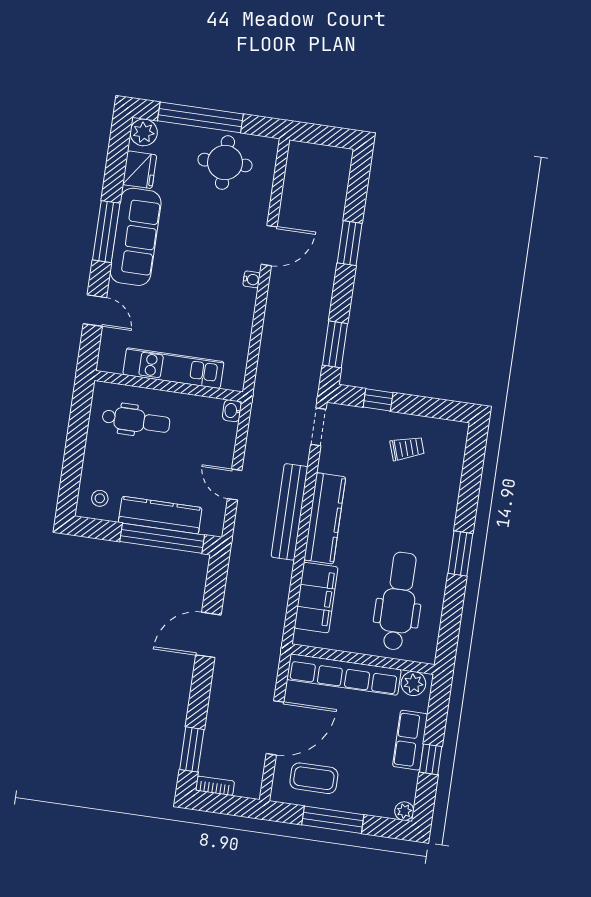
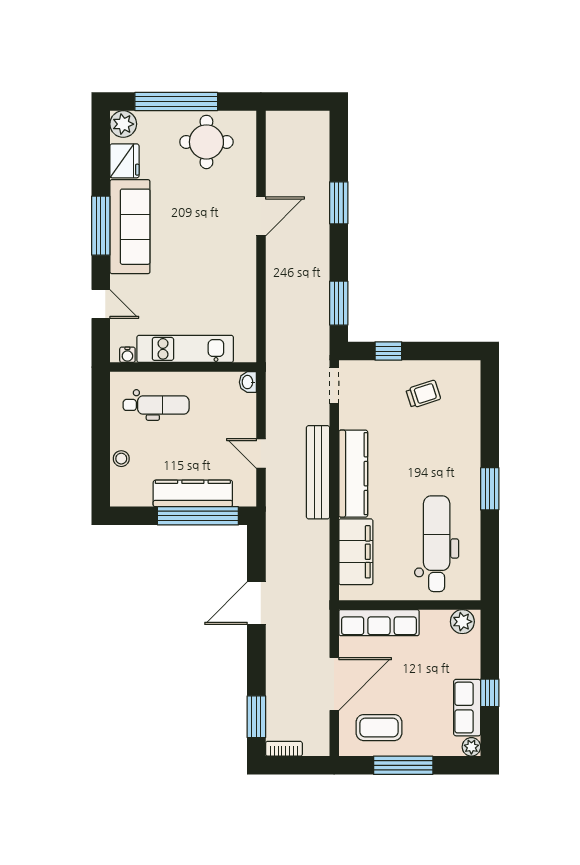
water cooler: (252, 279) -> (127, 355), moved, turned 90
stool: (100, 498) -> (121, 459), moved
row of seats: (344, 675) -> (379, 623), width x0.73
row of seats: (410, 740) -> (467, 708), moved

